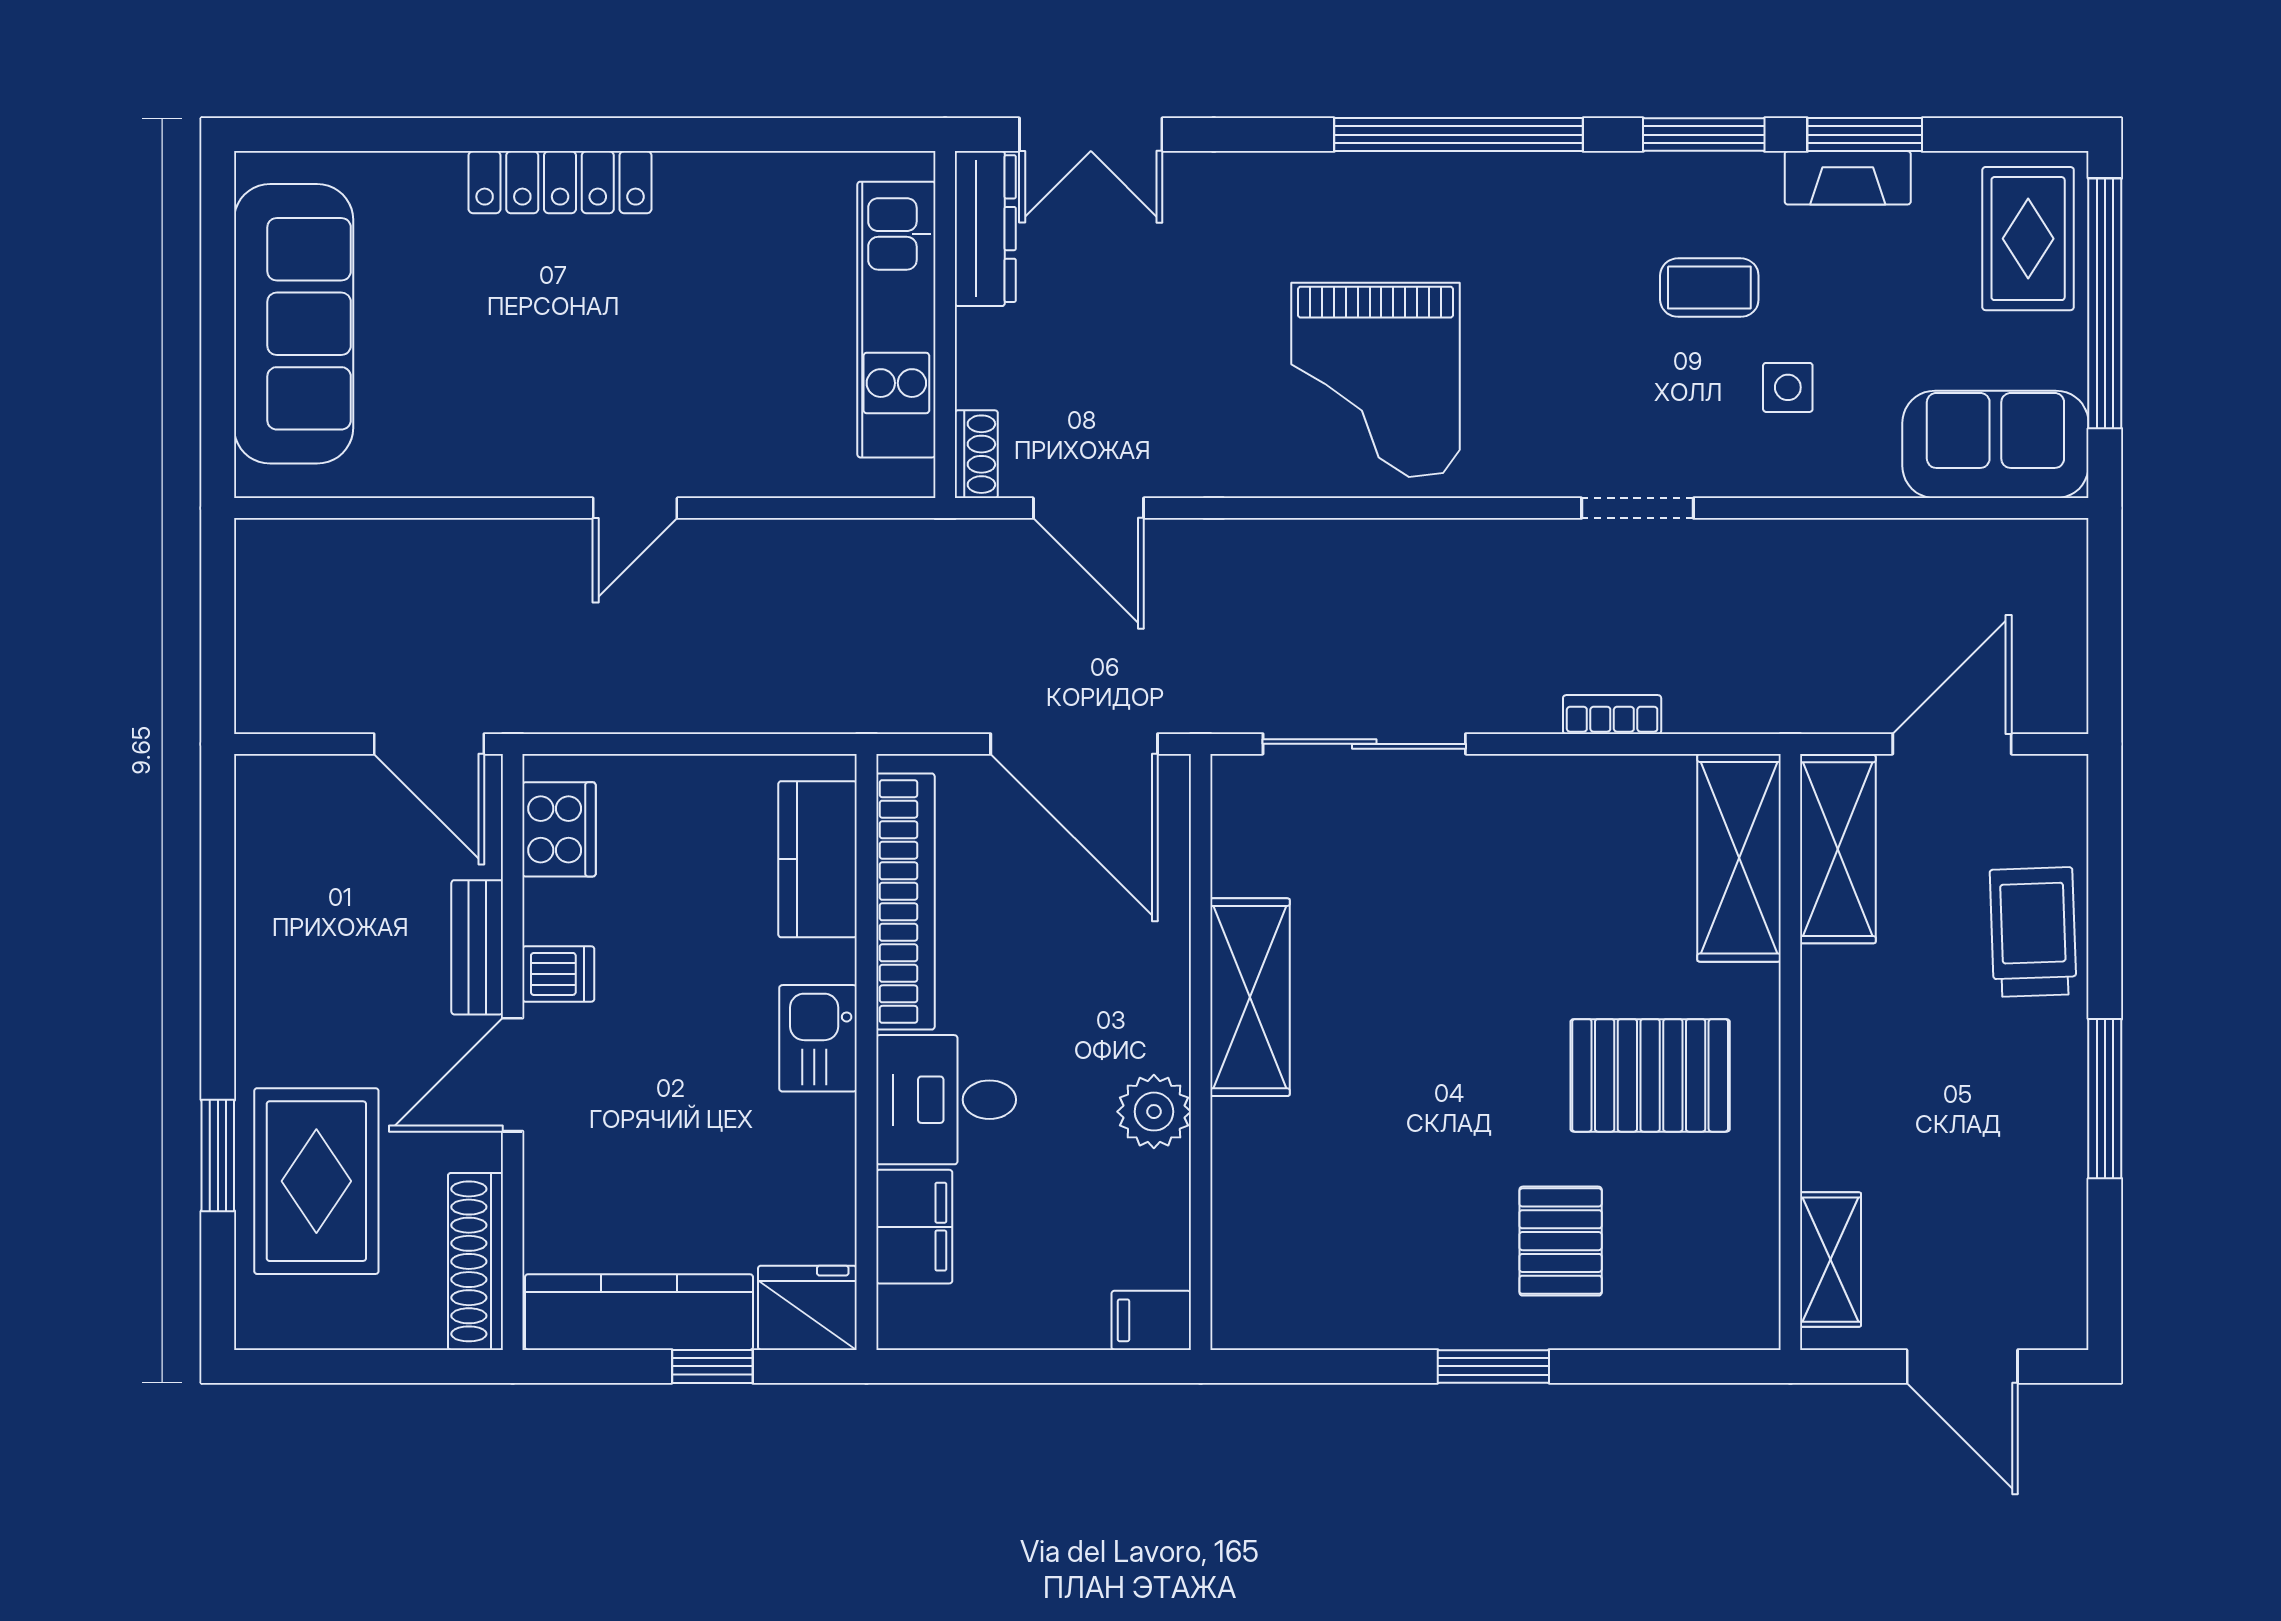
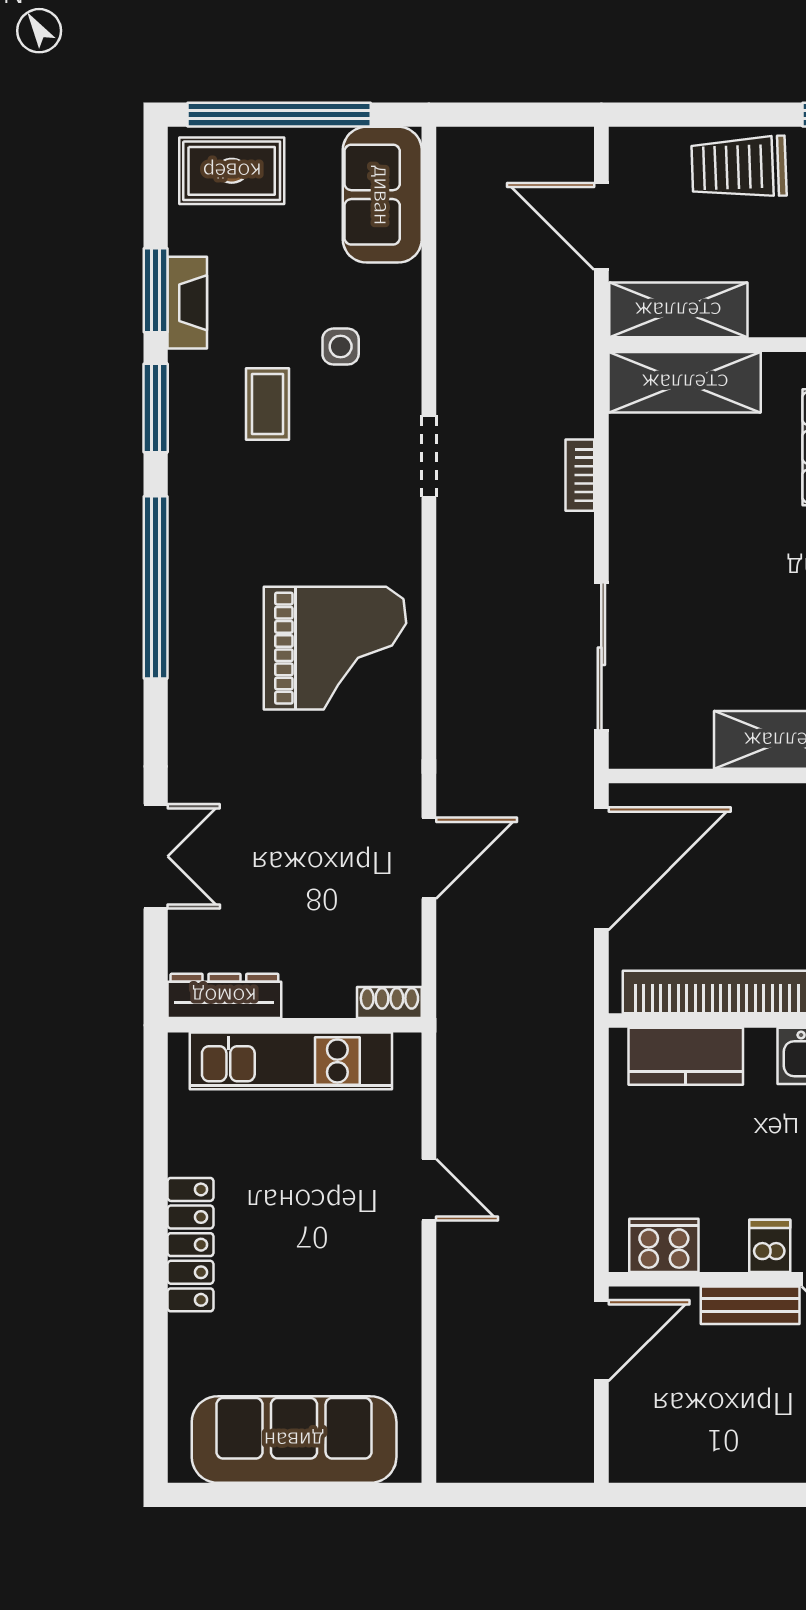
dresser: (985, 229) -> (224, 996), moved
kitchen unit: (896, 320) -> (291, 1061), moved
wall: (945, 325) -> (295, 1025), moved
shoe rack: (976, 454) -> (389, 1002), moved

